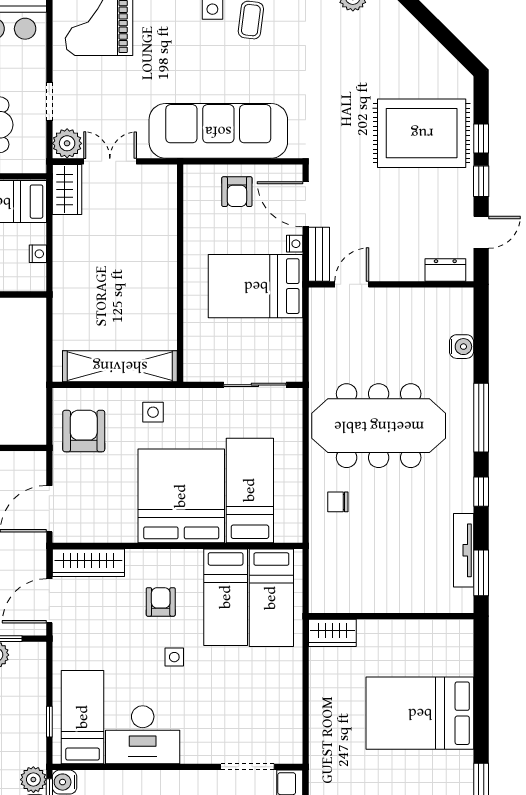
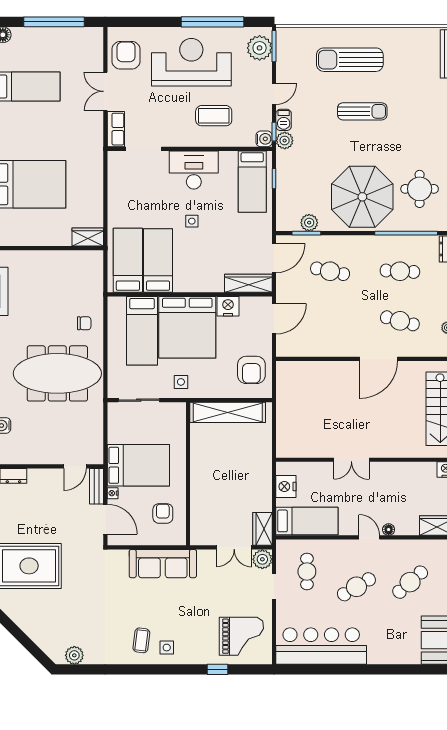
sofa: (218, 131) -> (163, 564), width x0.74, depth x0.79
armchair: (237, 192) -> (163, 513), moved
nightstand: (38, 254) -> (286, 487), width x1.89, depth x1.79
side table: (153, 412) -> (181, 382), moved
nightstand: (119, 528) -> (228, 306), added
armchair: (161, 602) -> (201, 257), removed
desk: (143, 735) -> (194, 170), moved

